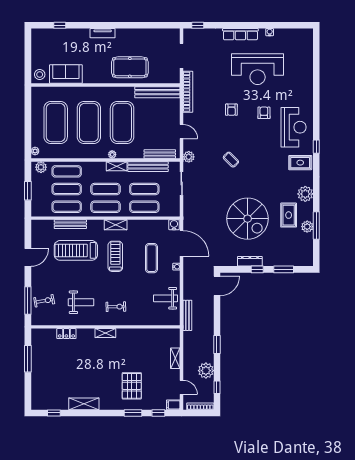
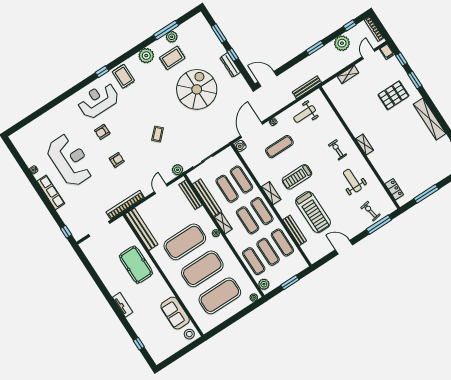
weight bench: (166, 298) -> (305, 114), turned 90
locker: (66, 334) -> (394, 189), moved
shelving: (84, 404) -> (430, 119), width x1.47

